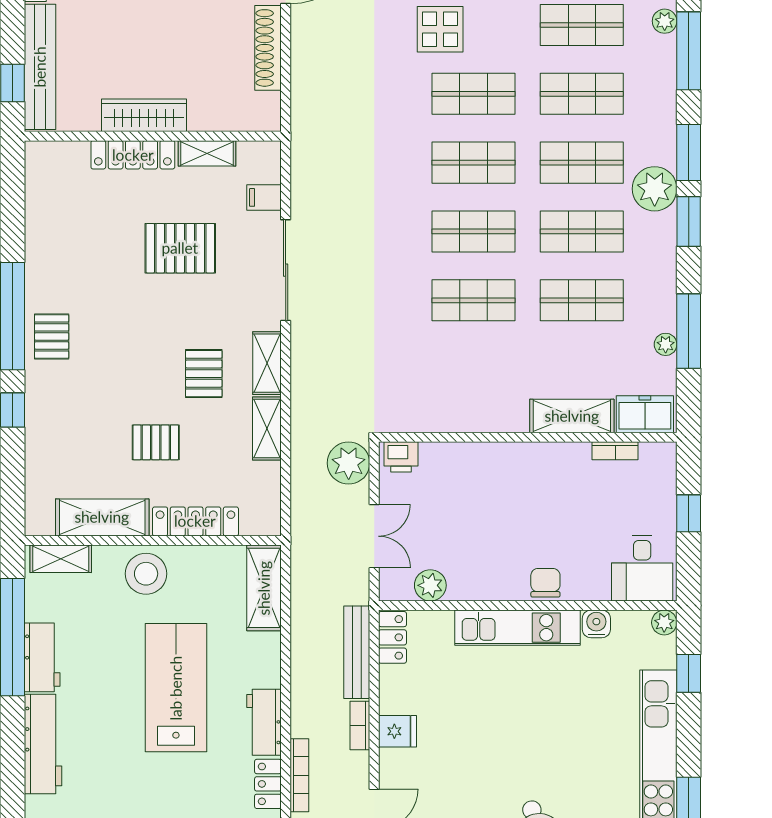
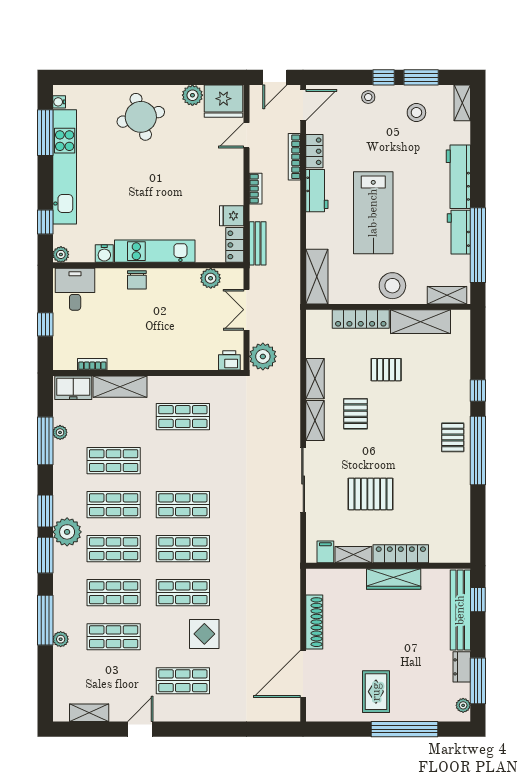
filing cabinet: (264, 197) -> (325, 552), moved, turned -90
shop shelf: (474, 300) -> (183, 417), moved
bench: (357, 652) -> (258, 243), width x0.73
fridge: (397, 731) -> (232, 216), moved

